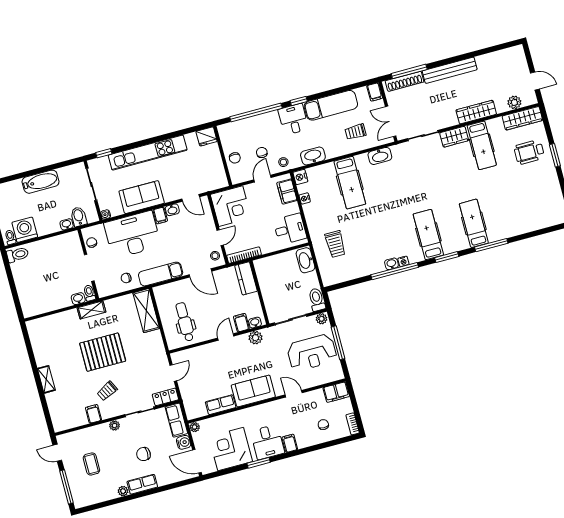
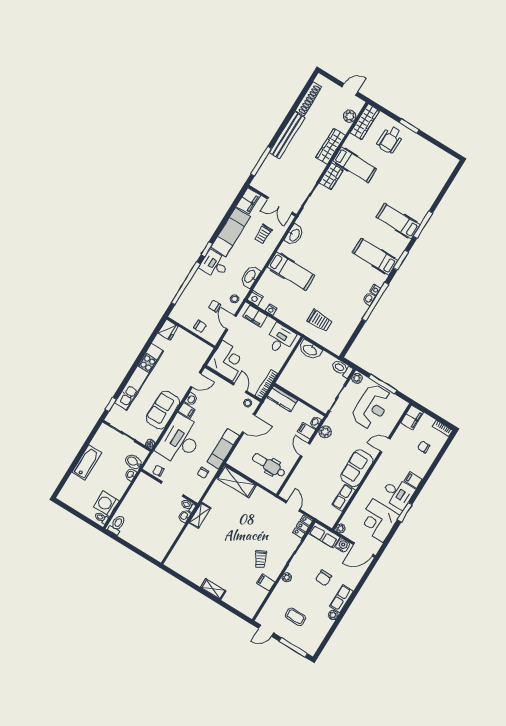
shoe rack: (405, 81) -> (308, 99), moved
filing cabinet: (375, 92) -> (248, 201), width x2.00
pallet: (103, 352) -> (233, 536), removed

